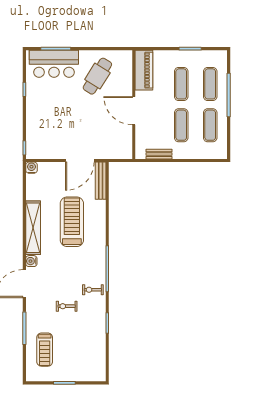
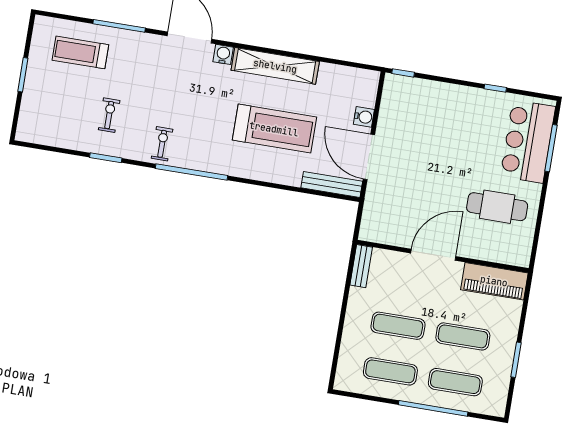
cafe table: (97, 76) -> (497, 207), turned -32
bench: (159, 154) -> (361, 266), moved
water cooler: (31, 168) -> (364, 117), moved
exercise bike: (67, 306) -> (109, 115), moved

